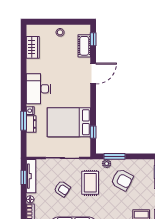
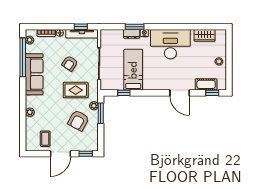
desk: (38, 89) -> (170, 44), width x1.36, depth x1.30
bed: (69, 122) -> (133, 70), width x0.67

